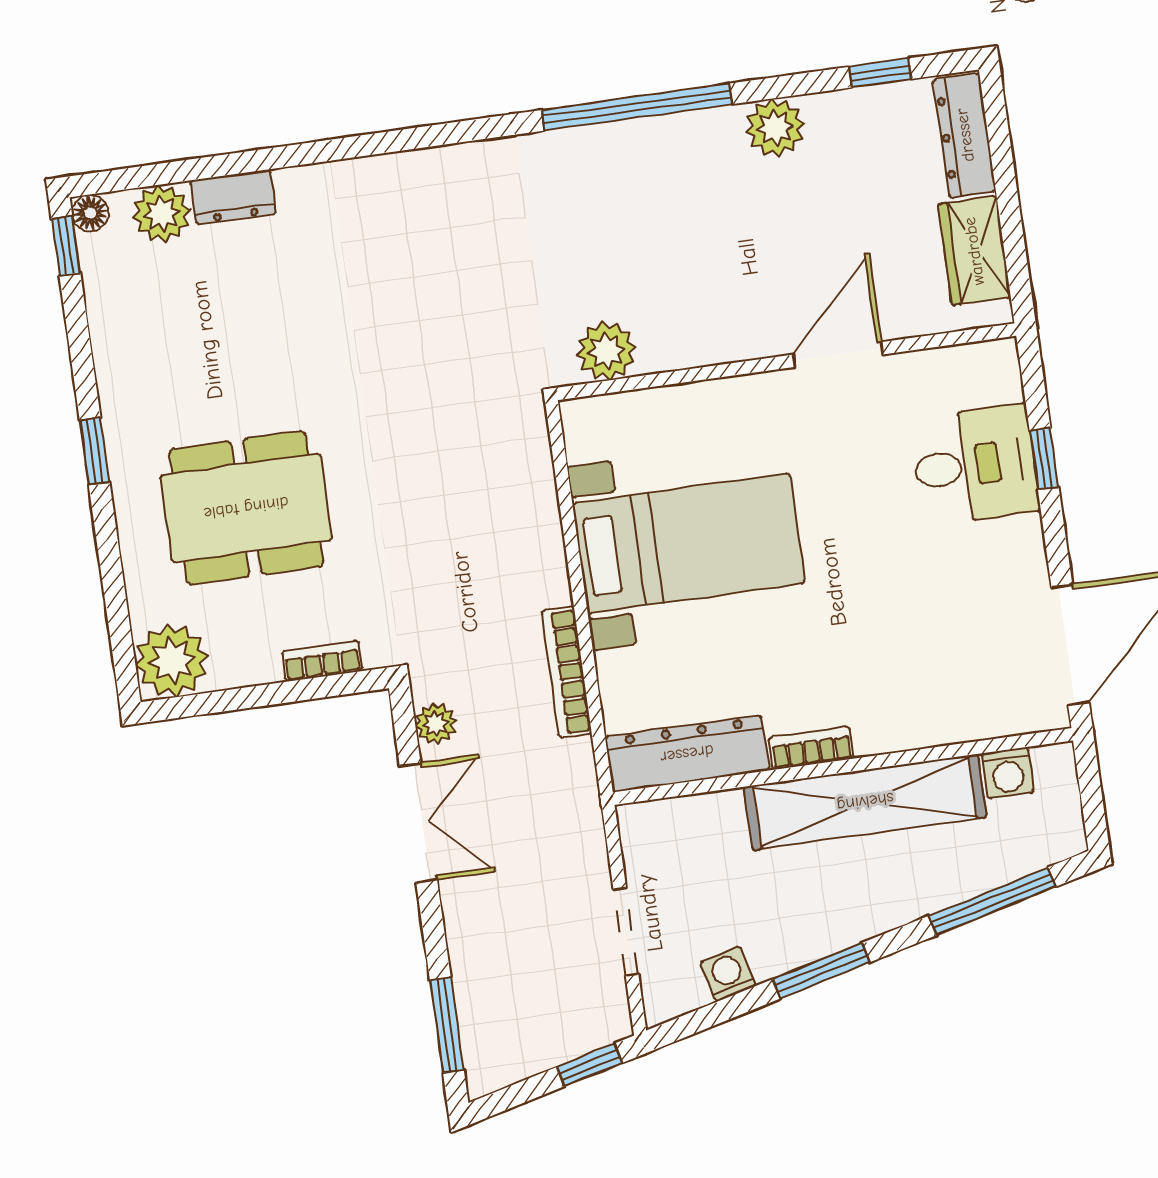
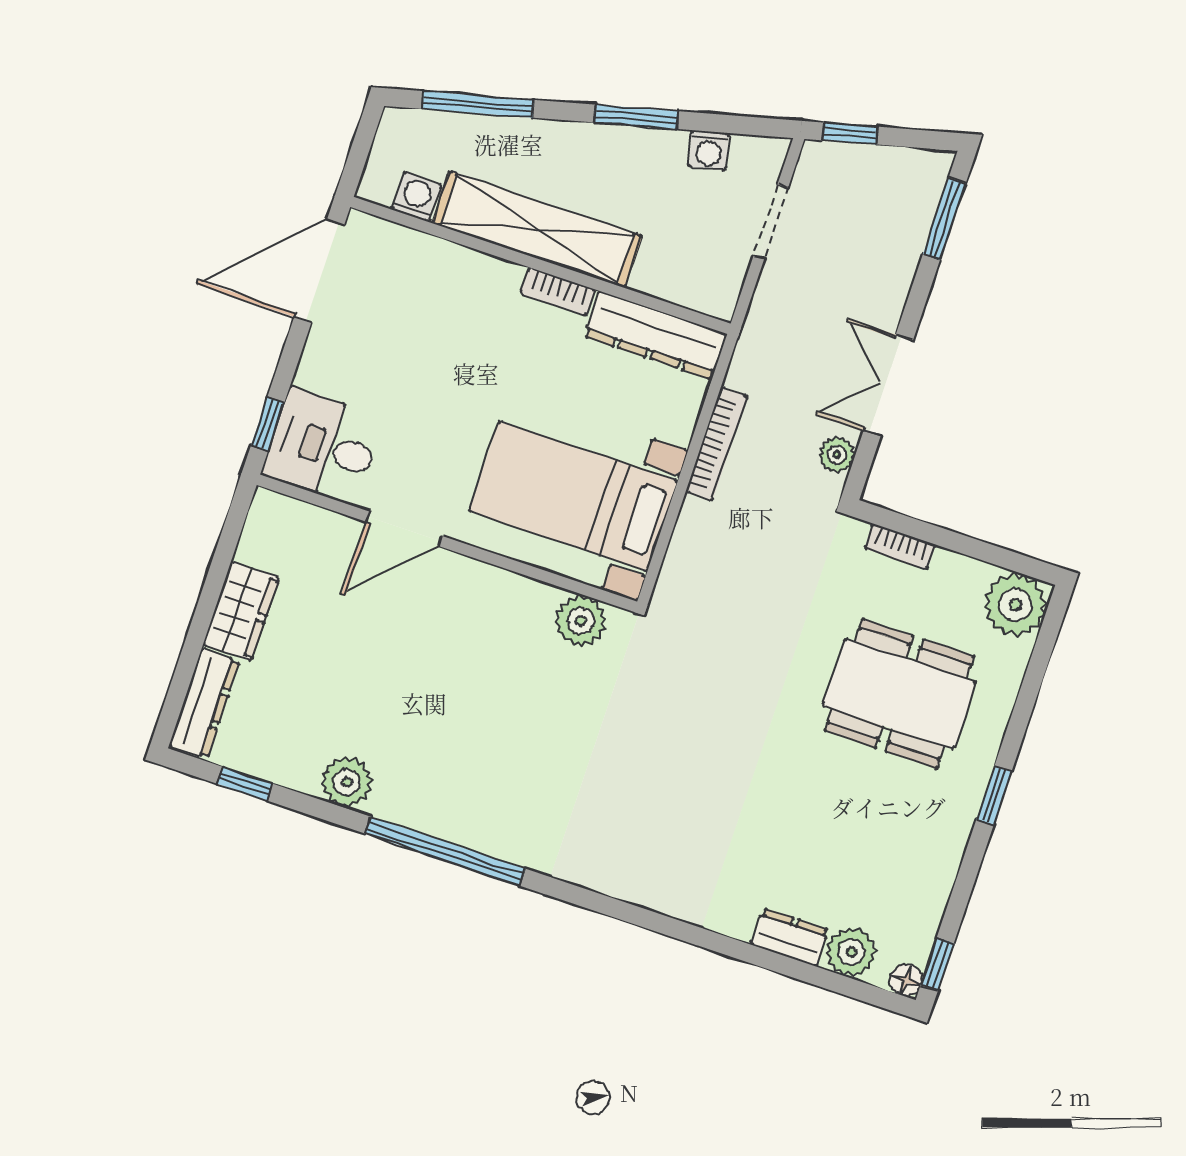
plant: (606, 351) -> (581, 621), moved
door: (838, 355) -> (404, 529), moved
wall: (786, 362) -> (447, 543), moved

